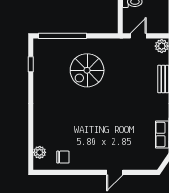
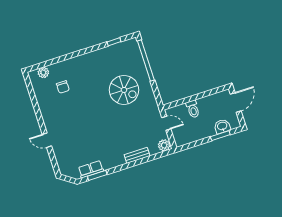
spiral stairs: (87, 70) -> (124, 90), turned 180
chair: (63, 157) -> (63, 87), moved

